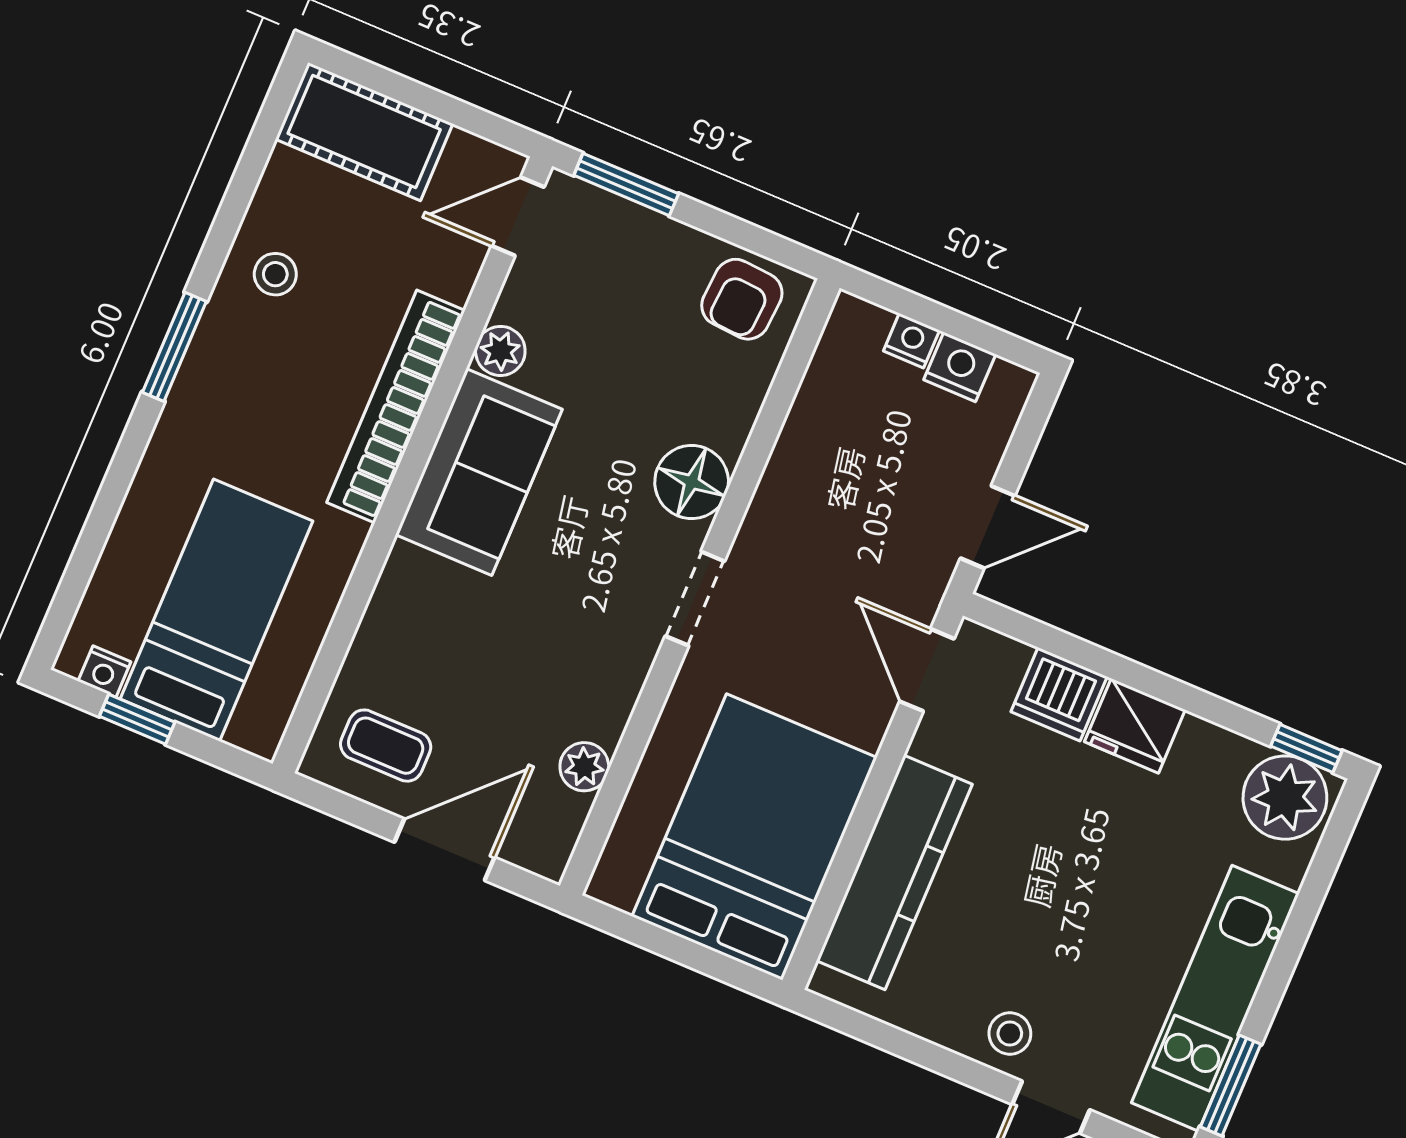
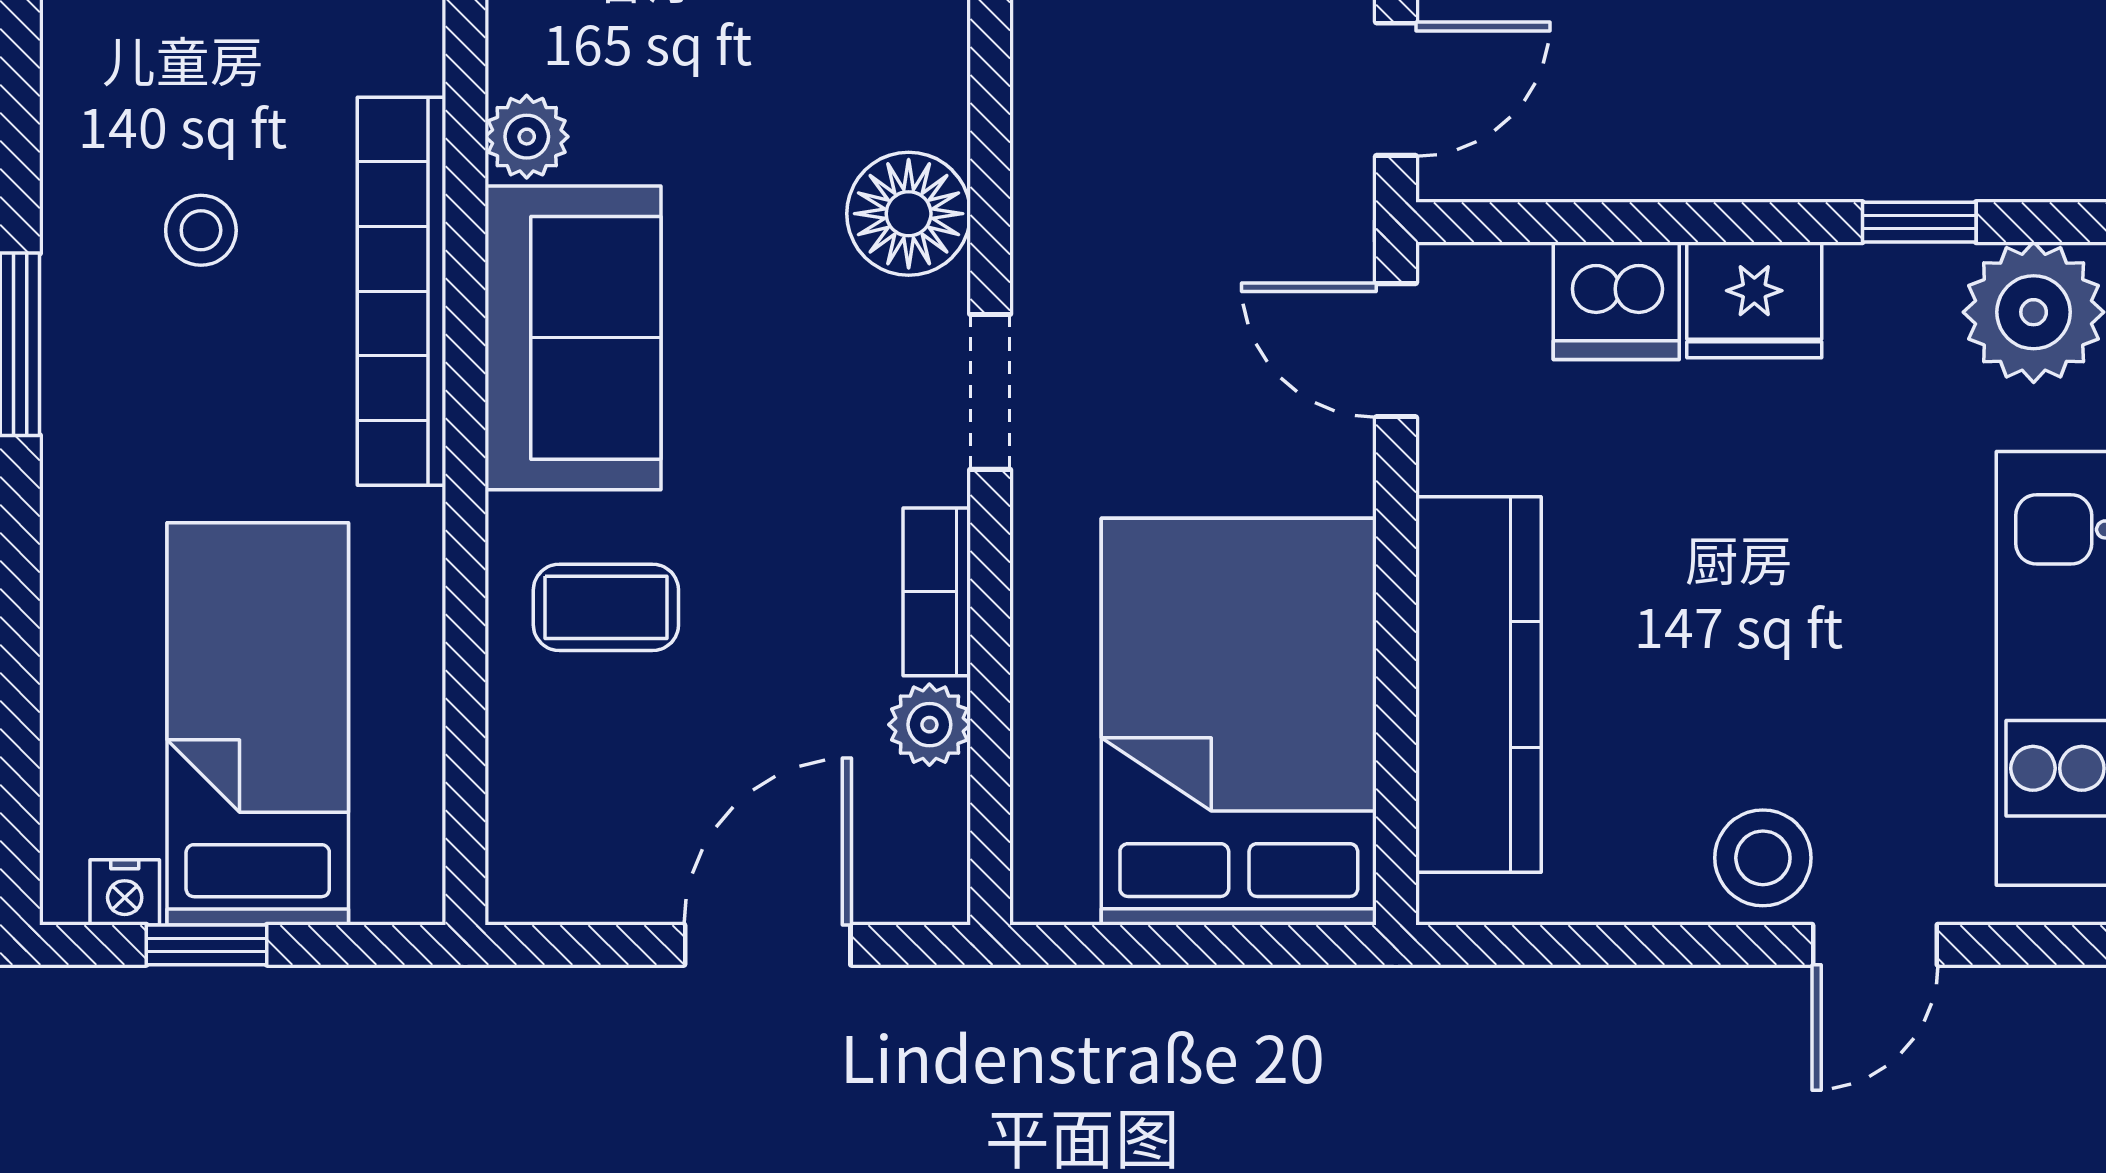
stool: (275, 274) -> (201, 230), moved
bookcase: (619, 696) -> (937, 592), added
coffee table: (386, 746) -> (606, 607), moved
window: (1306, 748) -> (1919, 222), moved
stool: (1010, 1034) -> (1763, 858), width x1.37, depth x1.37

